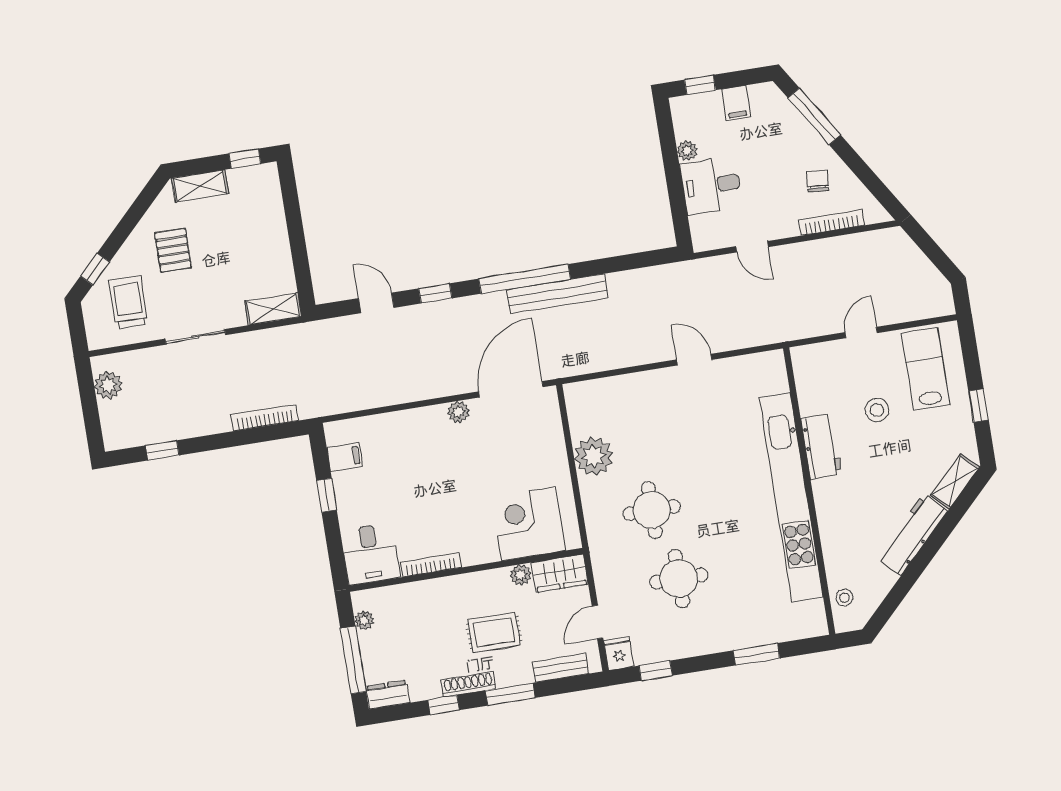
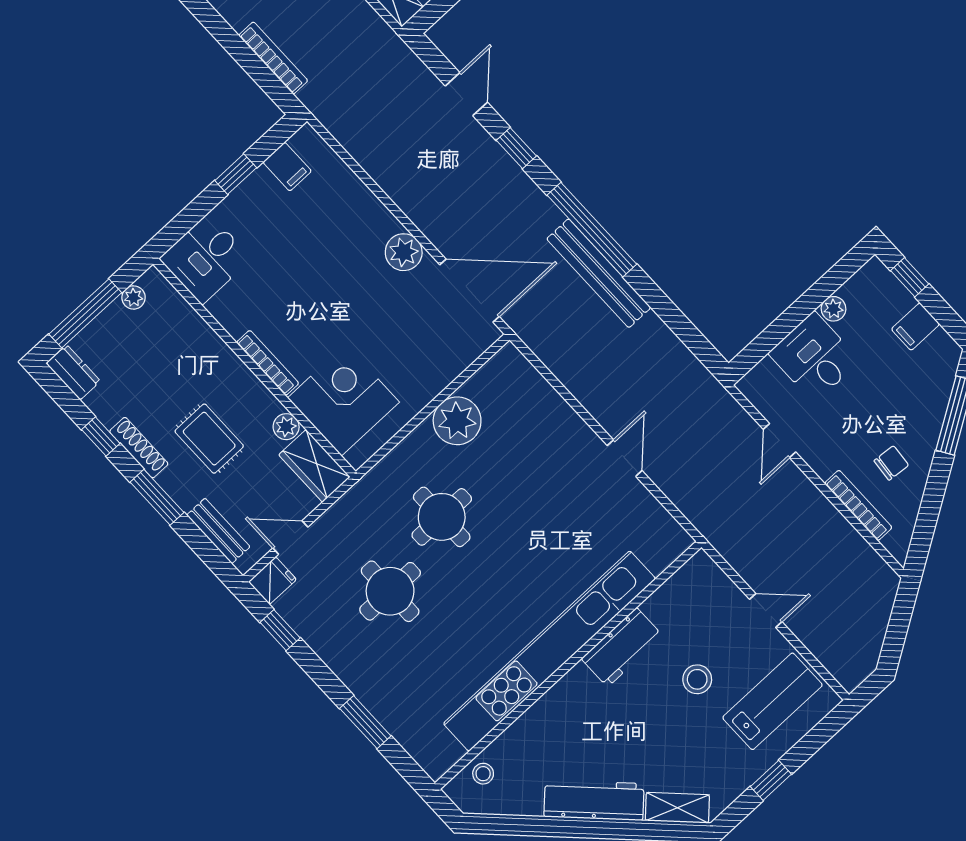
plant: (459, 412) -> (404, 252), width x1.38, depth x1.38
bookcase: (431, 565) -> (268, 363), moved

